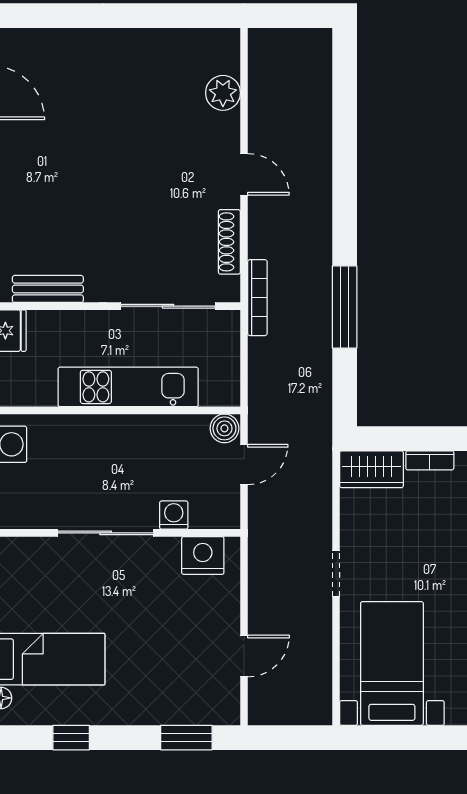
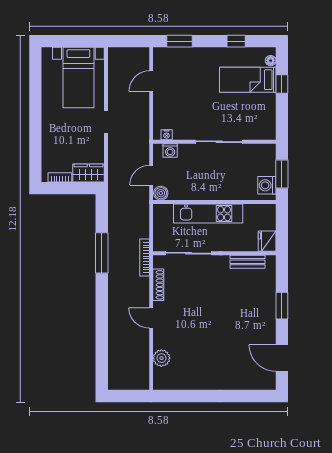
washing machine: (174, 515) -> (170, 151), moved
nightstand: (203, 556) -> (167, 135), width x0.53, depth x0.56

